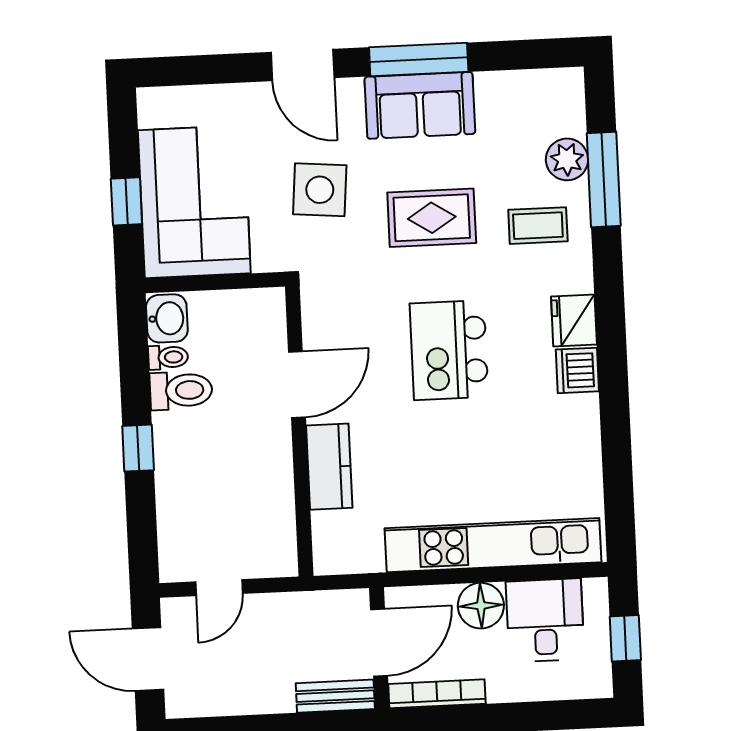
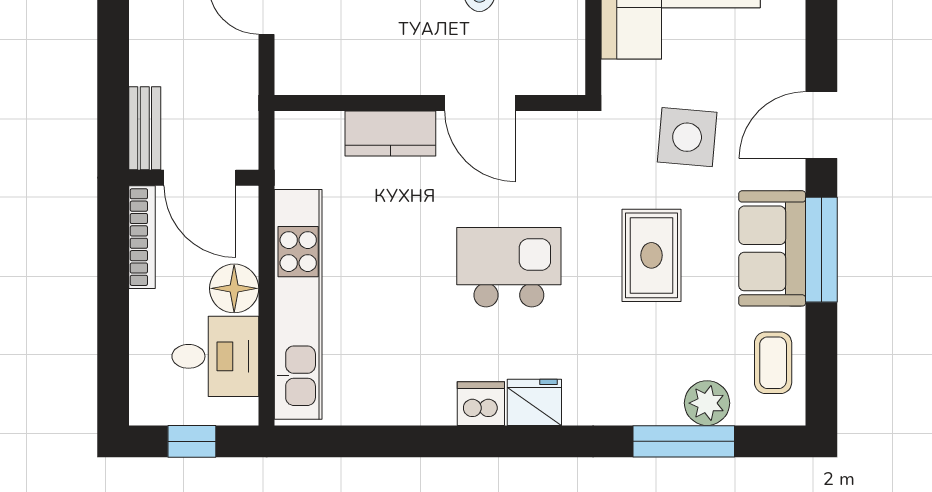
coffee table: (538, 226) -> (773, 363), moved

